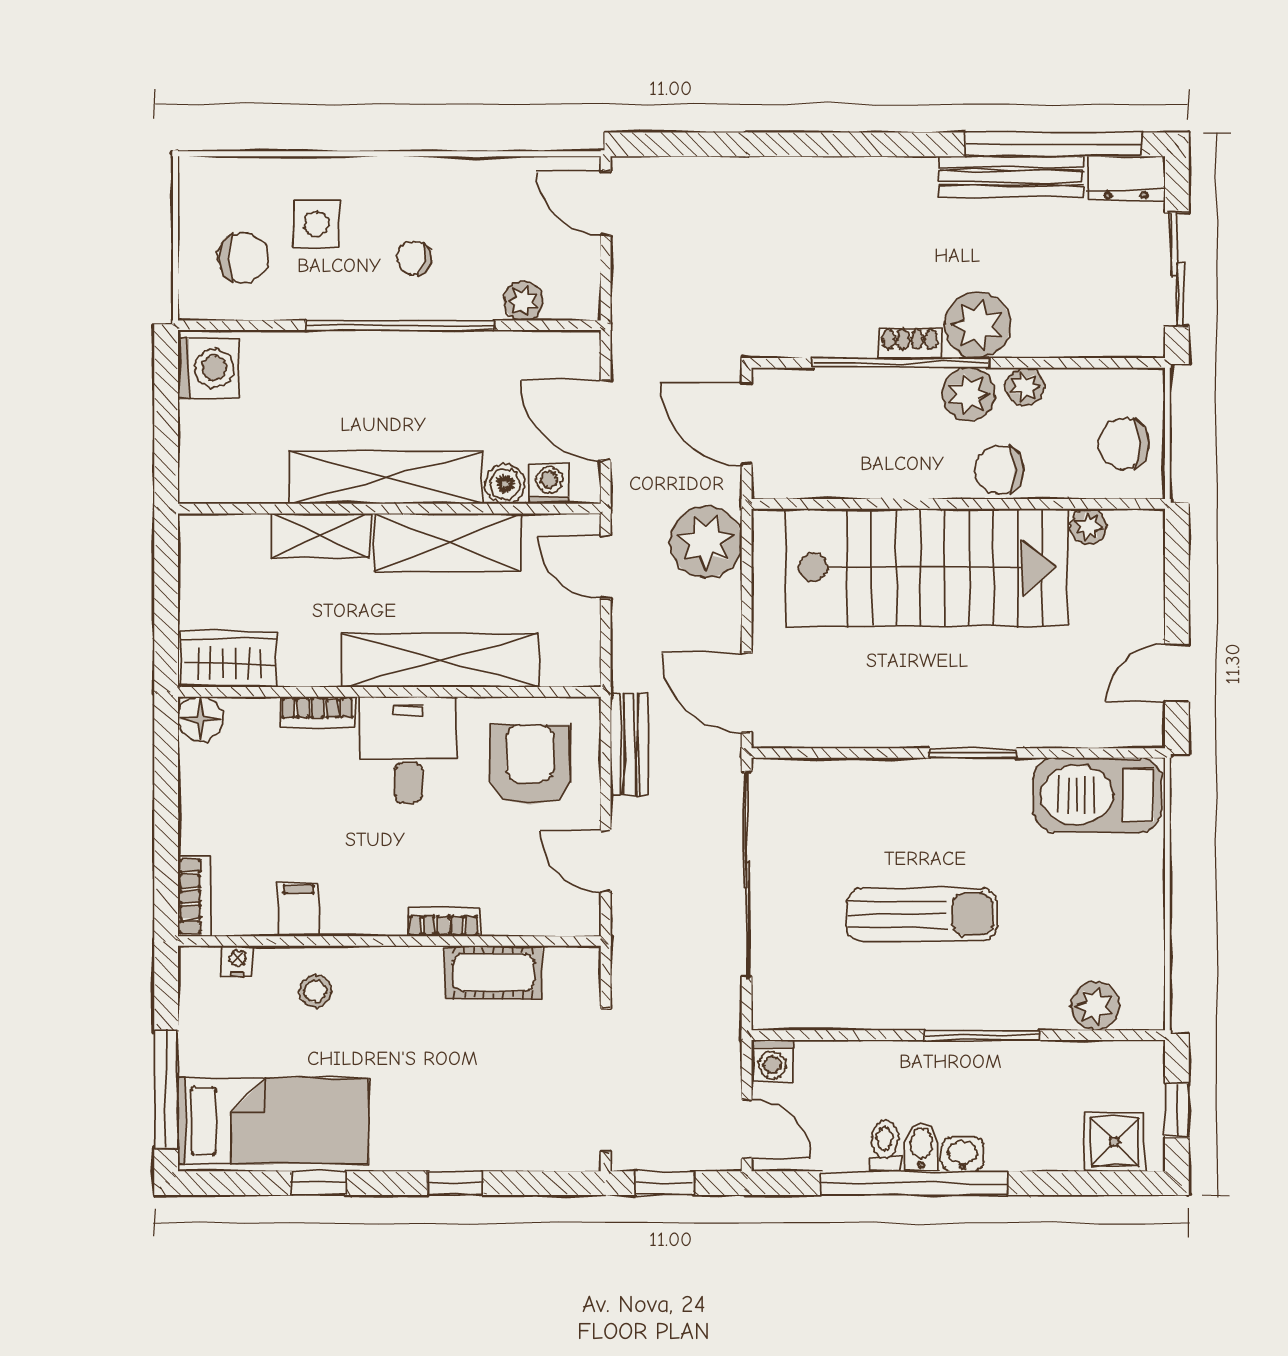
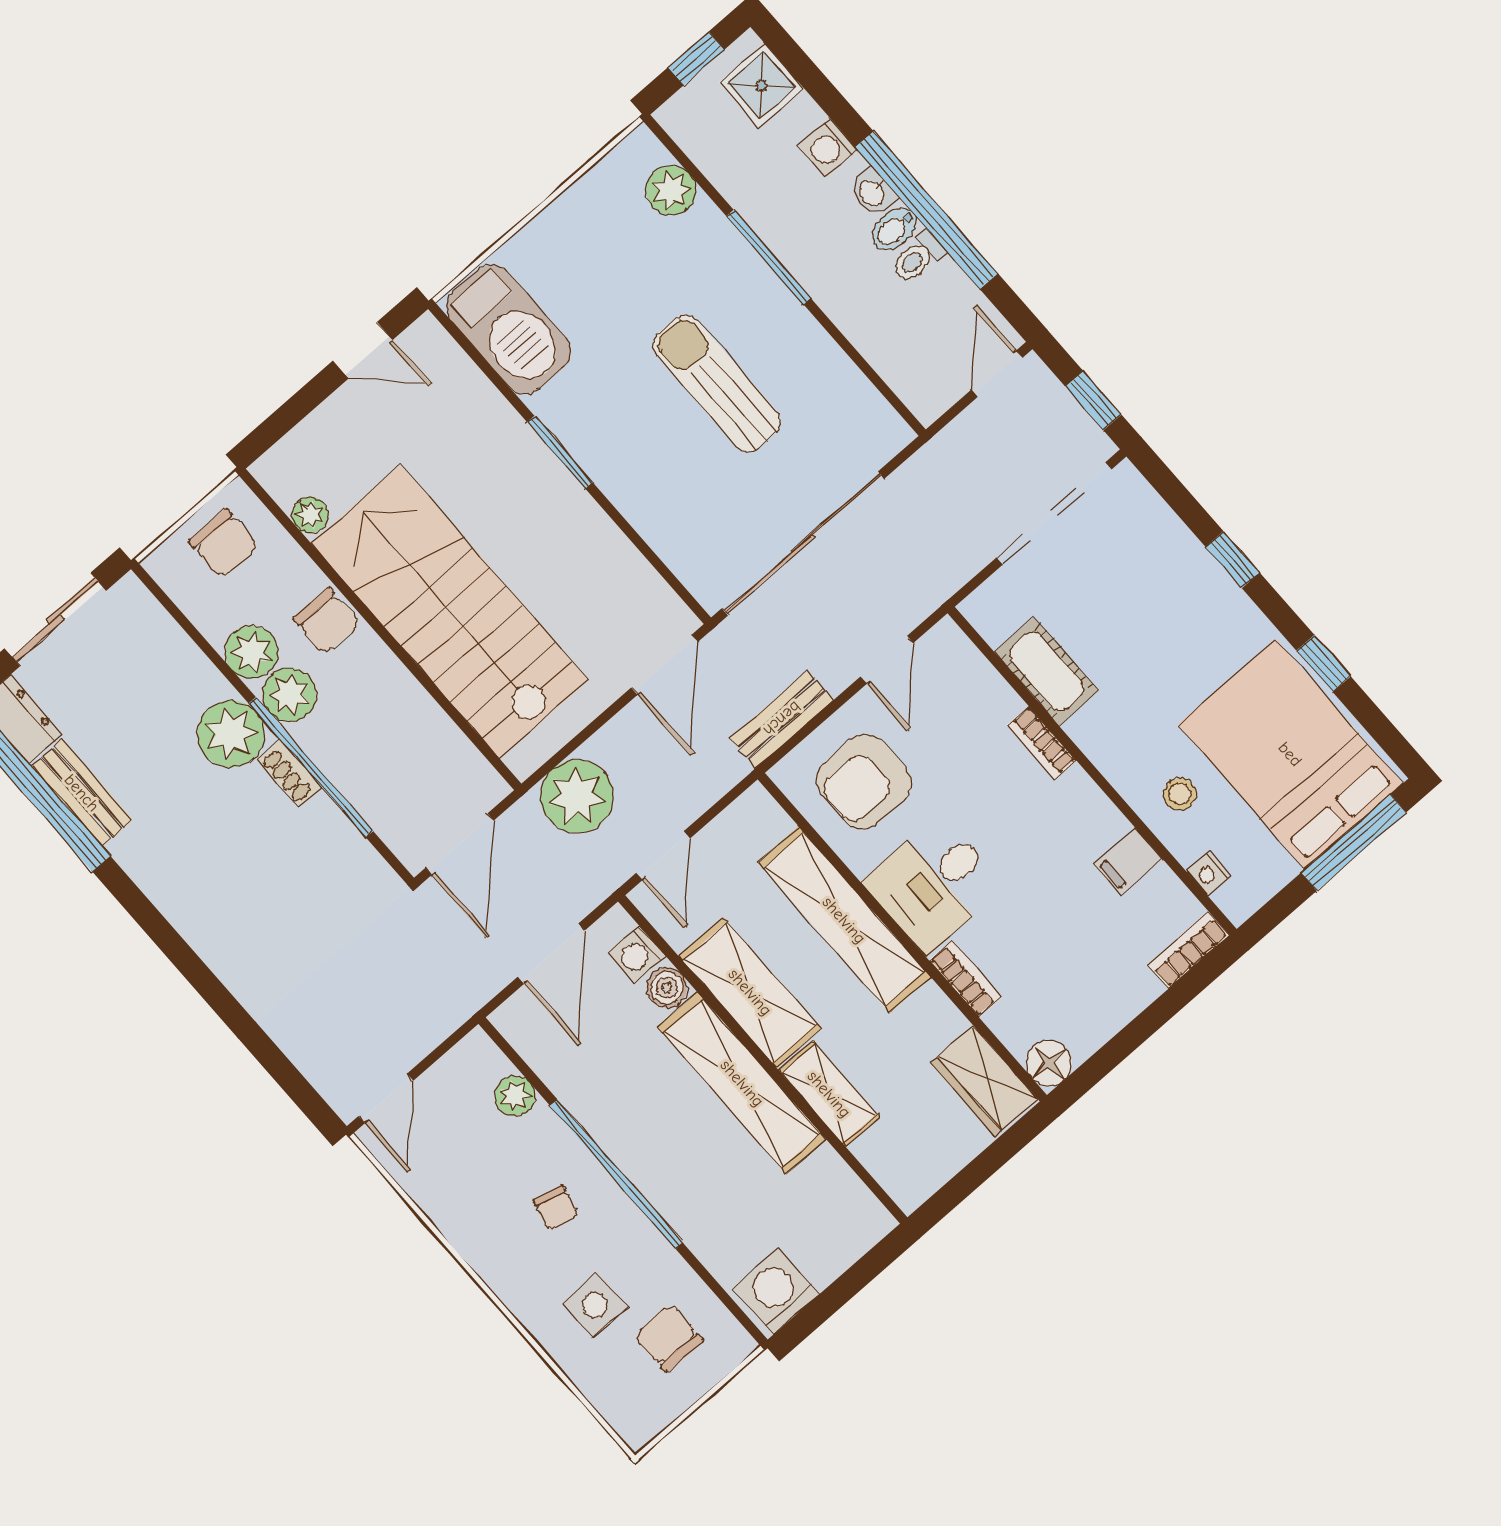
bench: (1011, 176) -> (82, 793), width x0.73
plant: (1025, 387) -> (251, 652), width x1.38, depth x1.38
washing machine: (772, 1061) -> (828, 148), moved, turned 180
bed: (273, 1121) -> (1290, 754), width x1.50

